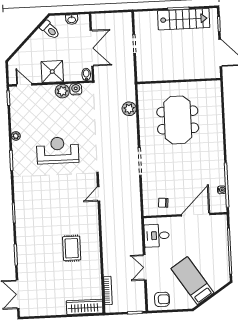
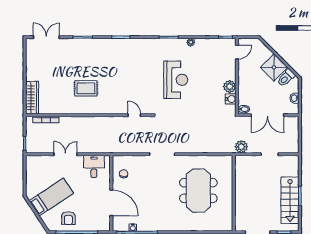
shower: (52, 72) -> (274, 67), moved, turned 45
plant: (129, 109) -> (241, 147), moved
meeting table: (178, 120) -> (198, 191), turned 90
armchair: (162, 299) -> (68, 218), moved

